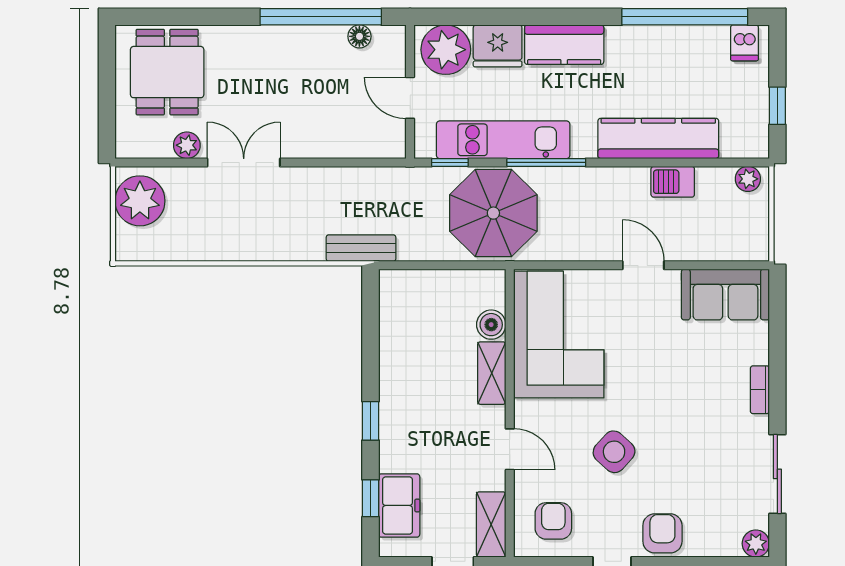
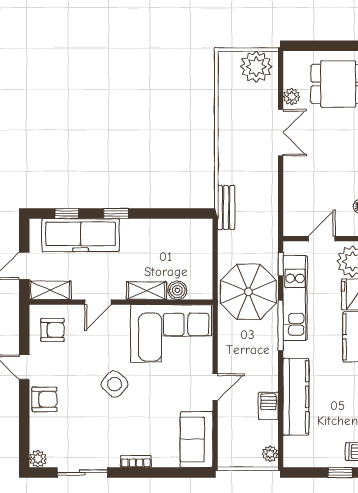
window: (777, 106) -> (340, 473), moved
side table: (614, 452) -> (115, 384), moved
freezer: (399, 505) -> (81, 235), width x1.91, depth x1.26

